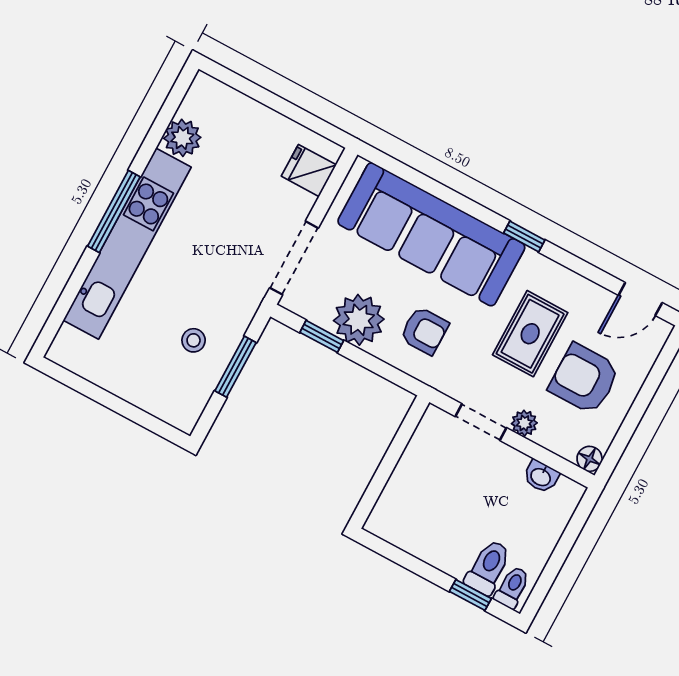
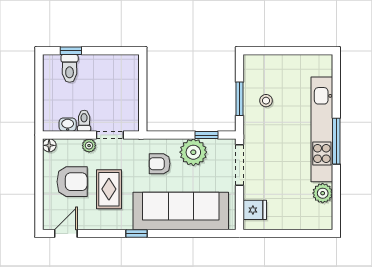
toilet: (512, 587) -> (84, 121), moved, turned 180

